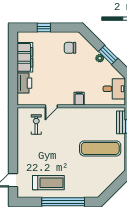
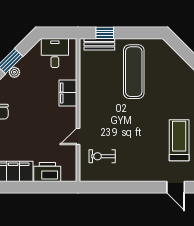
filing cabinet: (79, 99) -> (68, 93), width x2.00
door: (51, 106) -> (78, 136), swing flipped

